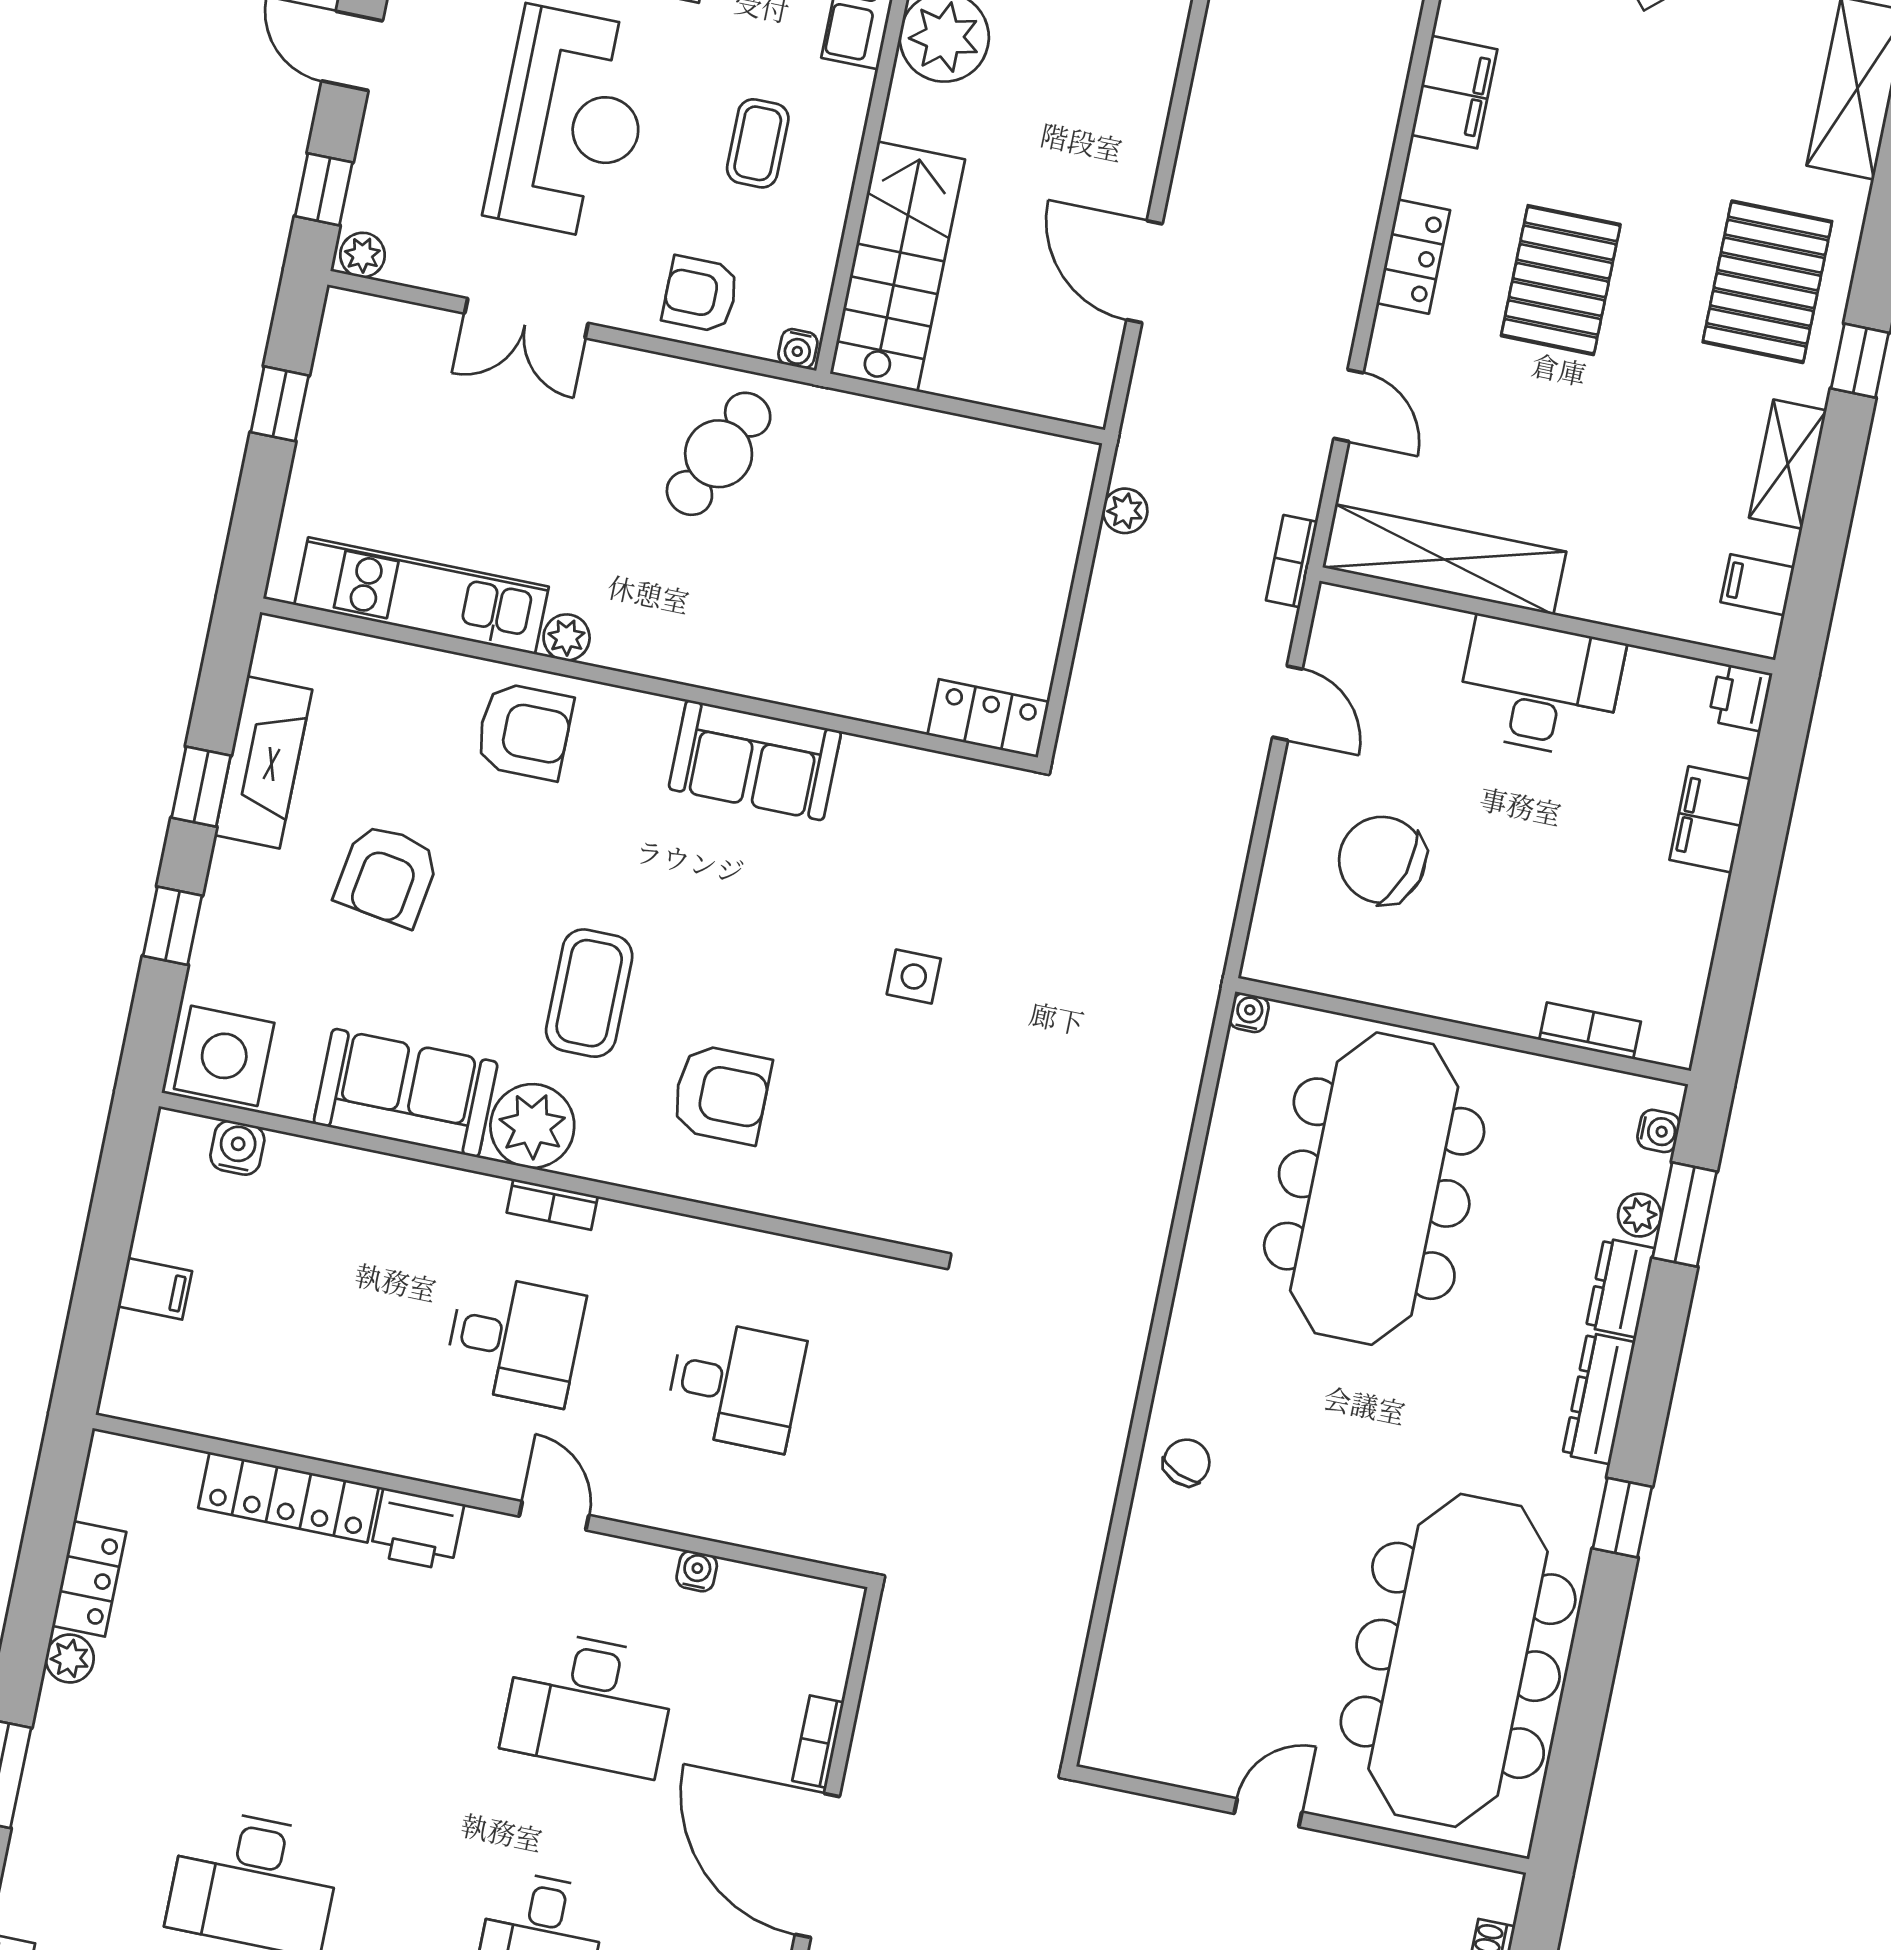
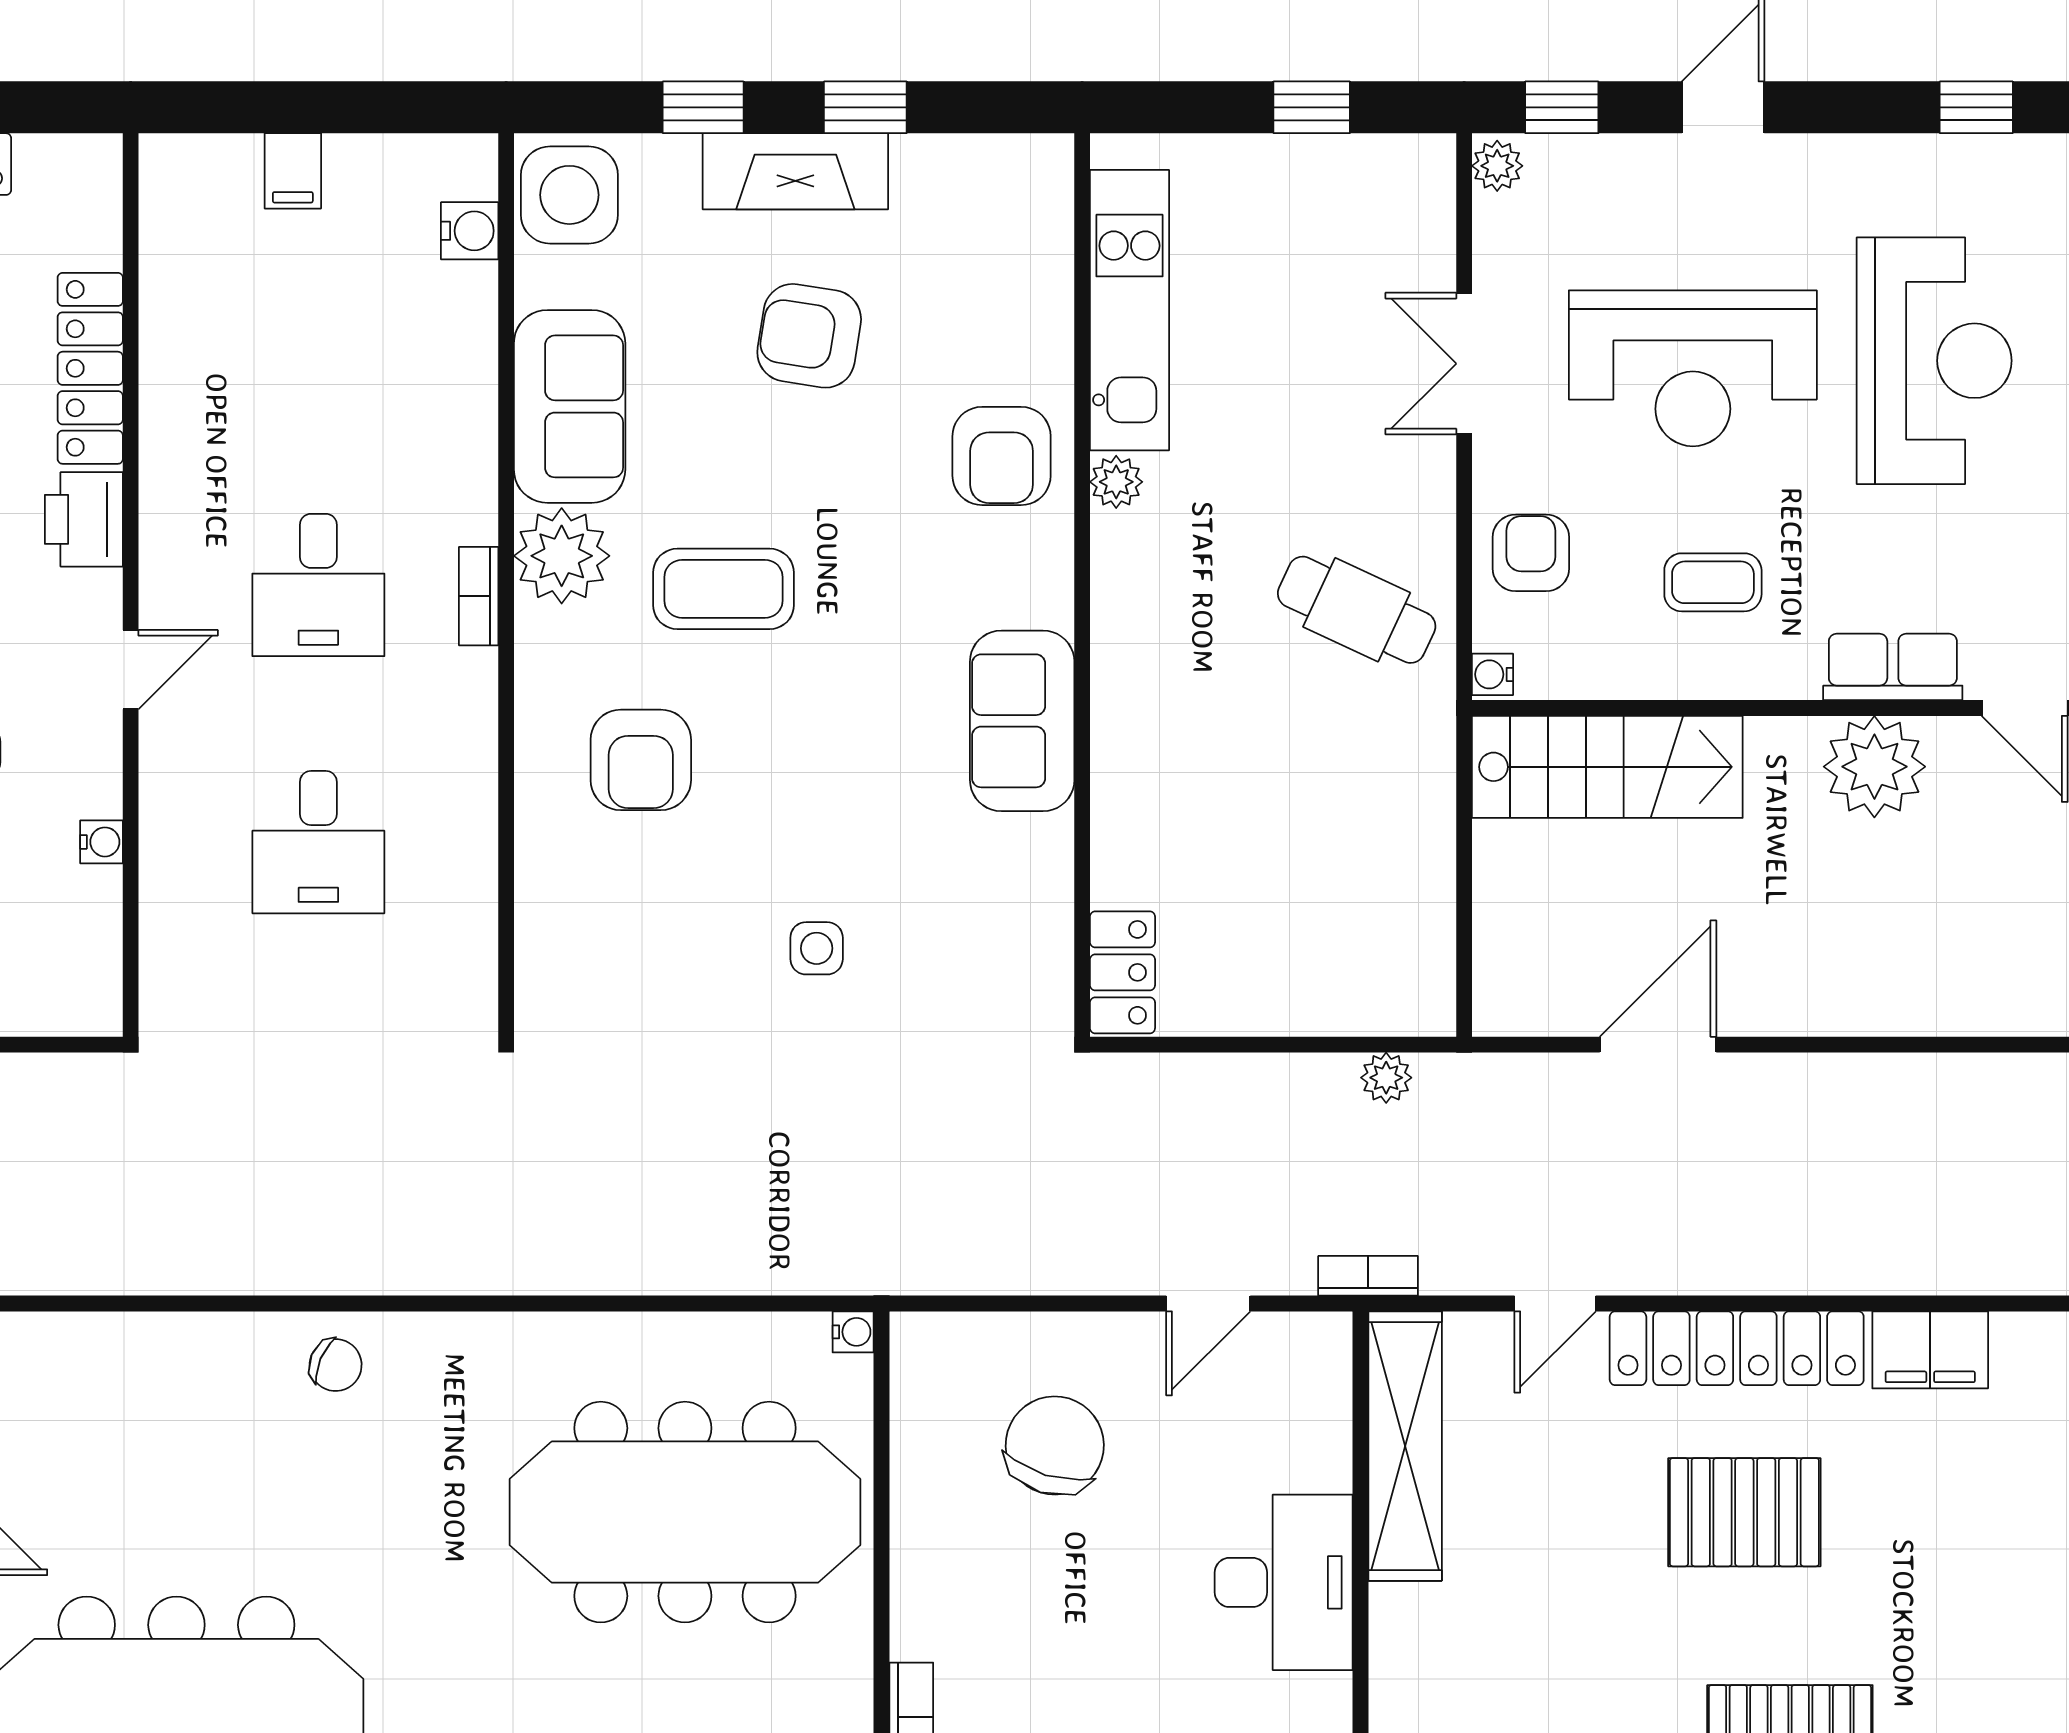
locker: (1413, 257) -> (1737, 1348), width x2.16, depth x1.21
fireplace: (263, 762) -> (795, 171), moved

